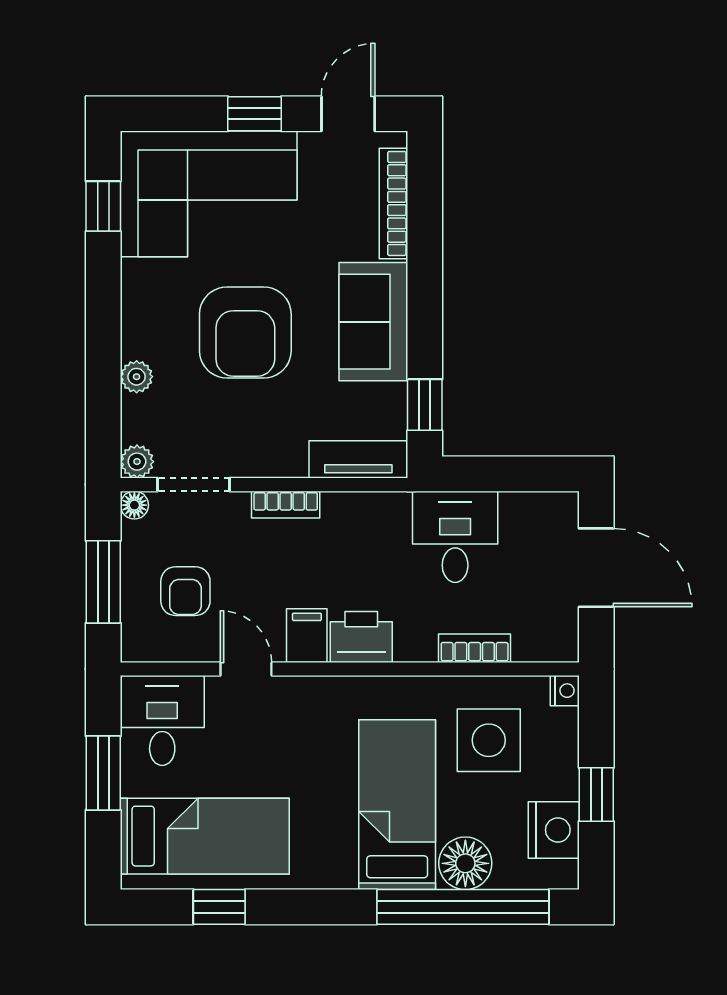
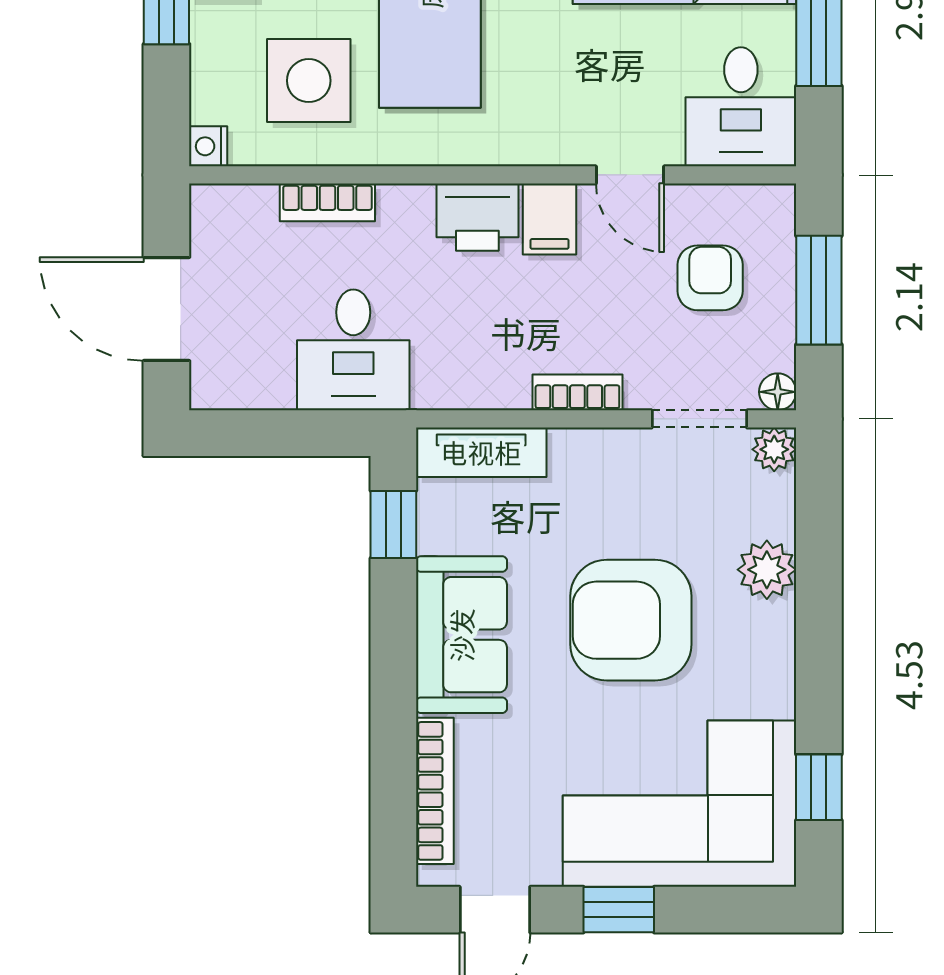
armchair: (245, 332) -> (631, 620), turned -90
plant: (137, 377) -> (767, 570), width x1.38, depth x1.38

